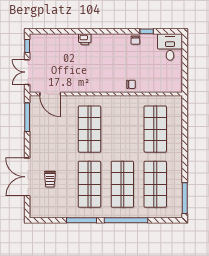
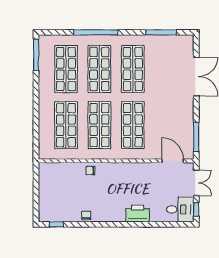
window: (147, 31) -> (56, 224), moved
printer: (85, 39) -> (138, 214), width x1.87, depth x1.48
desk: (170, 47) -> (180, 209), moved, turned -90
shop shelf: (122, 129) -> (99, 125), added
trolley: (50, 179) -> (173, 74), removed
window: (81, 220) -> (161, 32), moved

